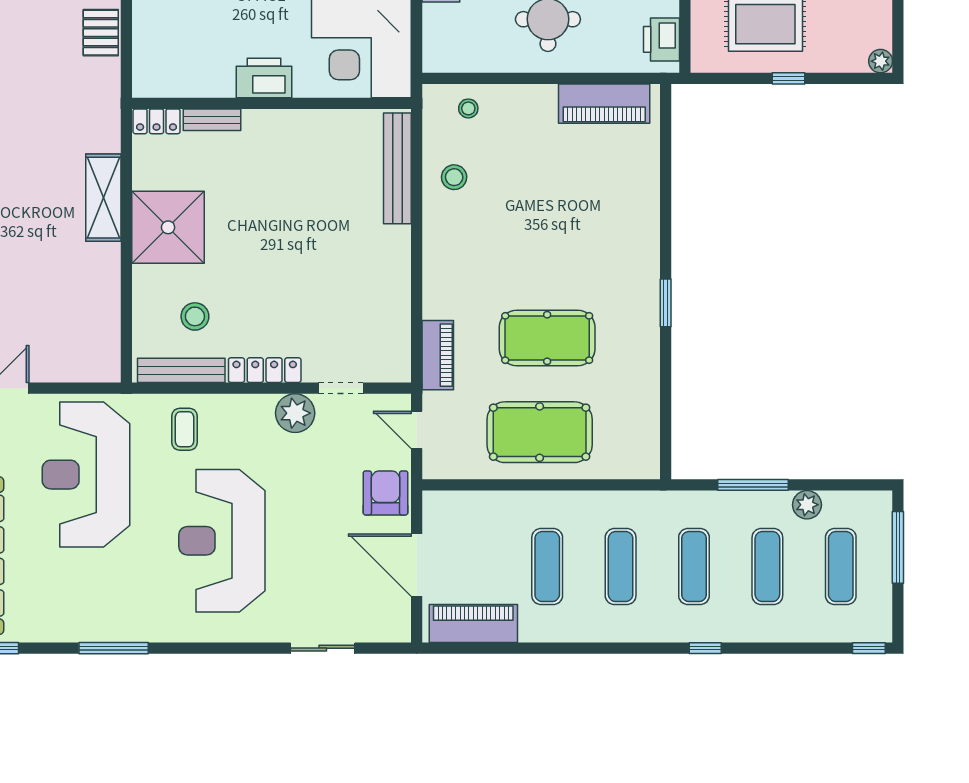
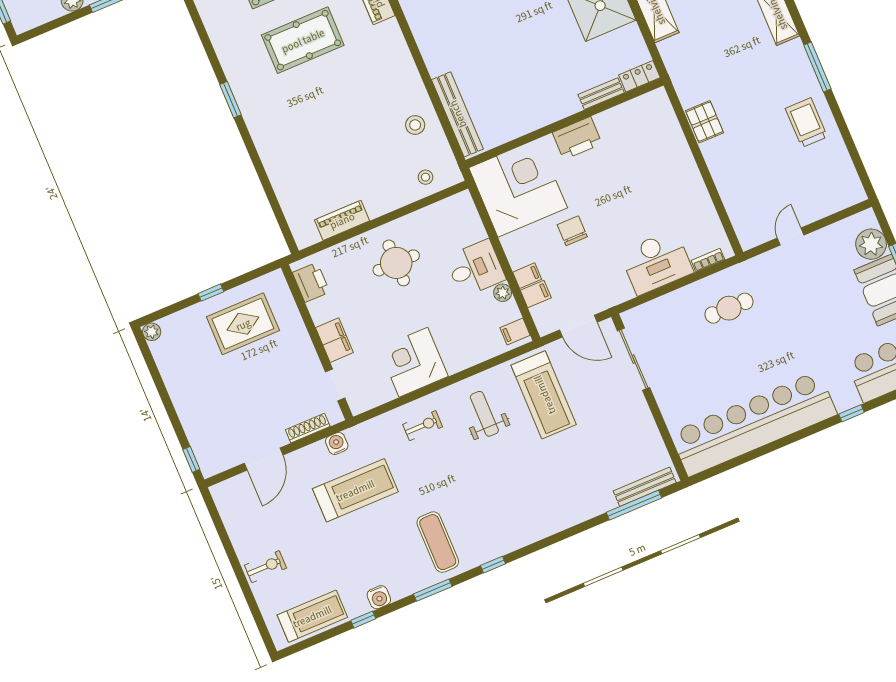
piano: (604, 104) -> (342, 220), width x0.73, depth x0.75

